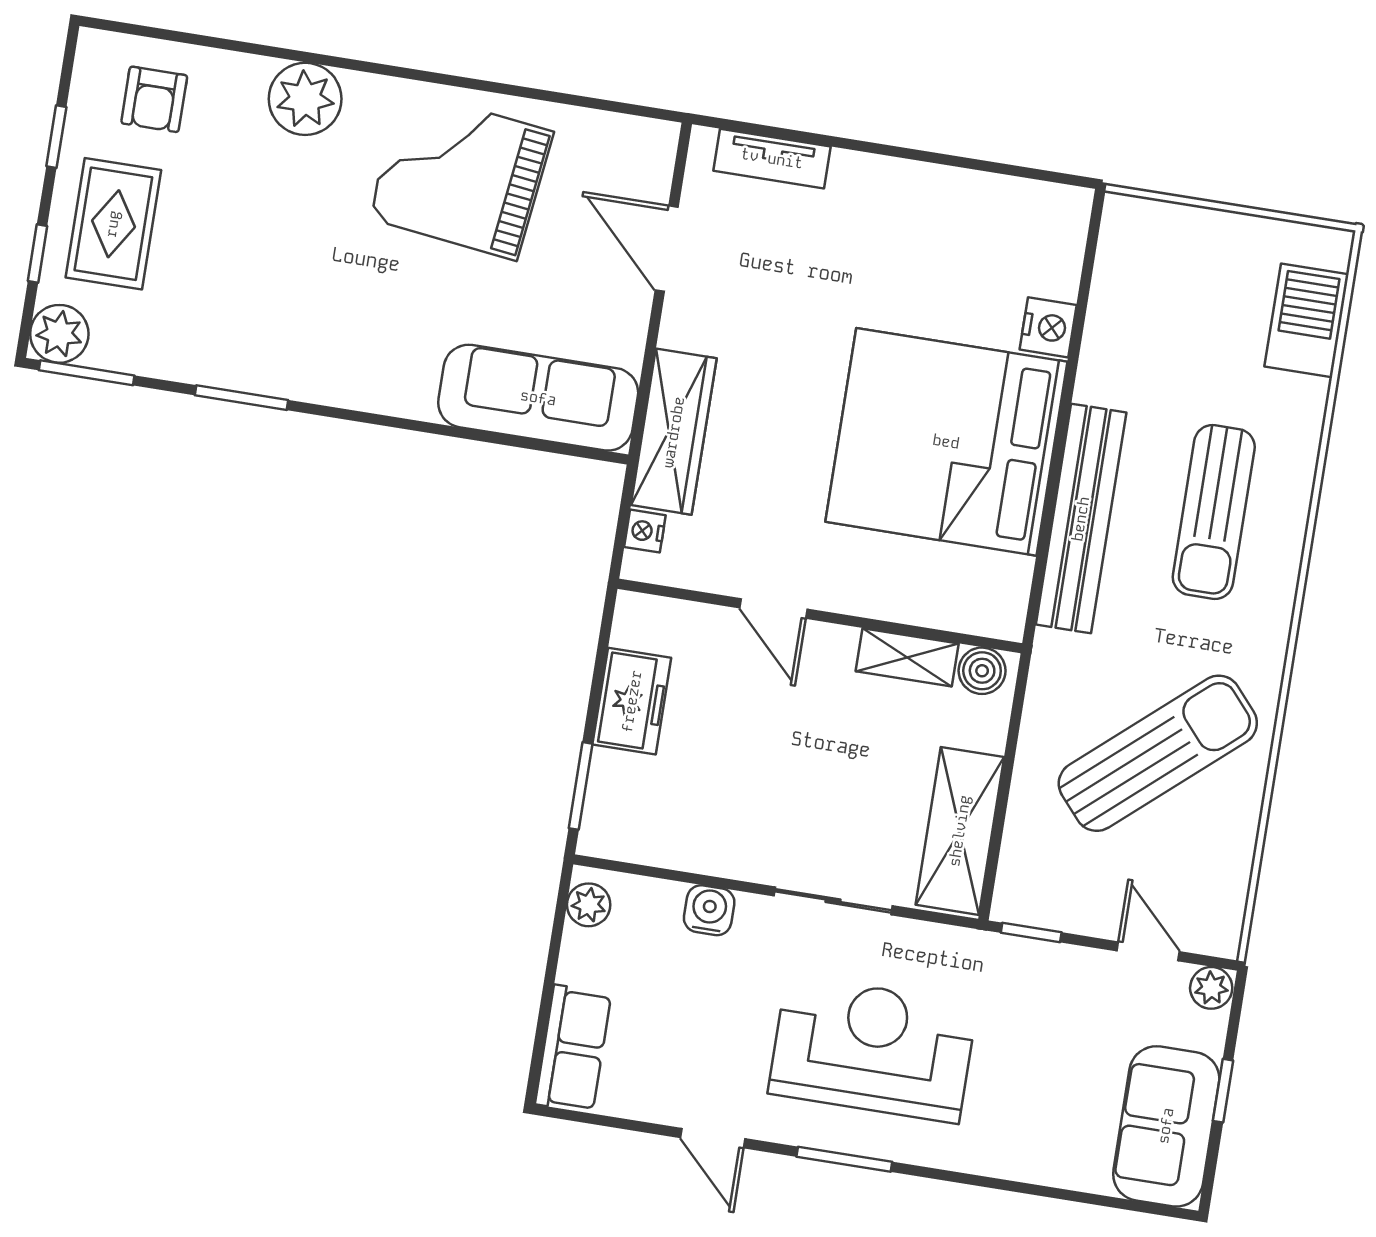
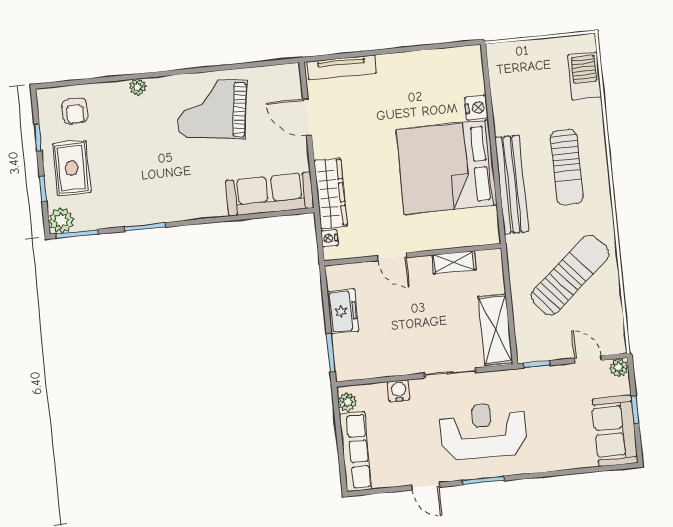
plant: (305, 99) -> (138, 87), width x0.53, depth x0.53
tv unit: (772, 159) -> (342, 67), width x1.41
boiler: (982, 671) -> (487, 260), removed
row of seats: (573, 1049) -> (356, 452), width x1.48

